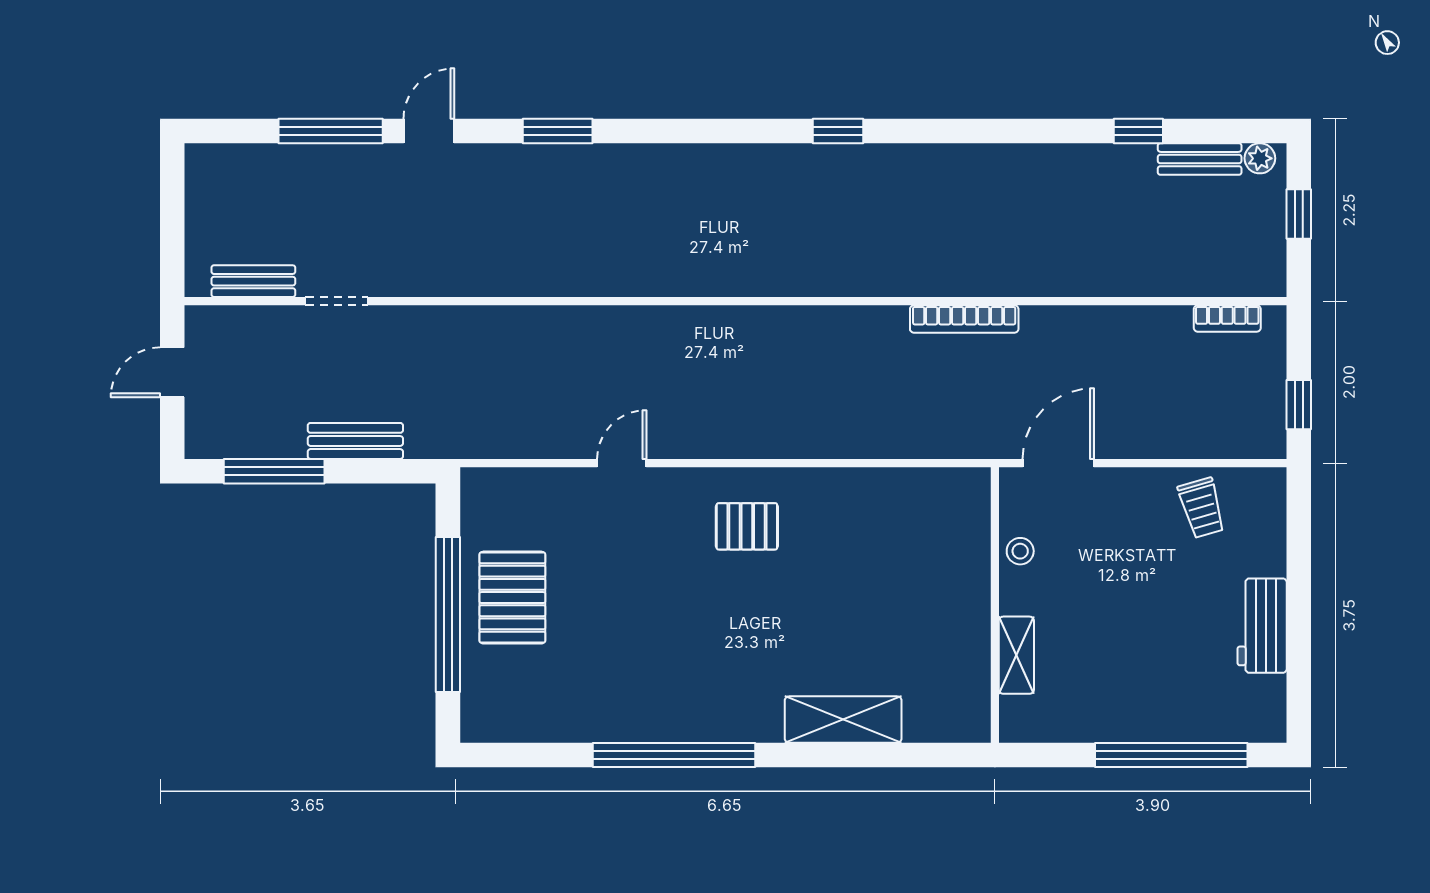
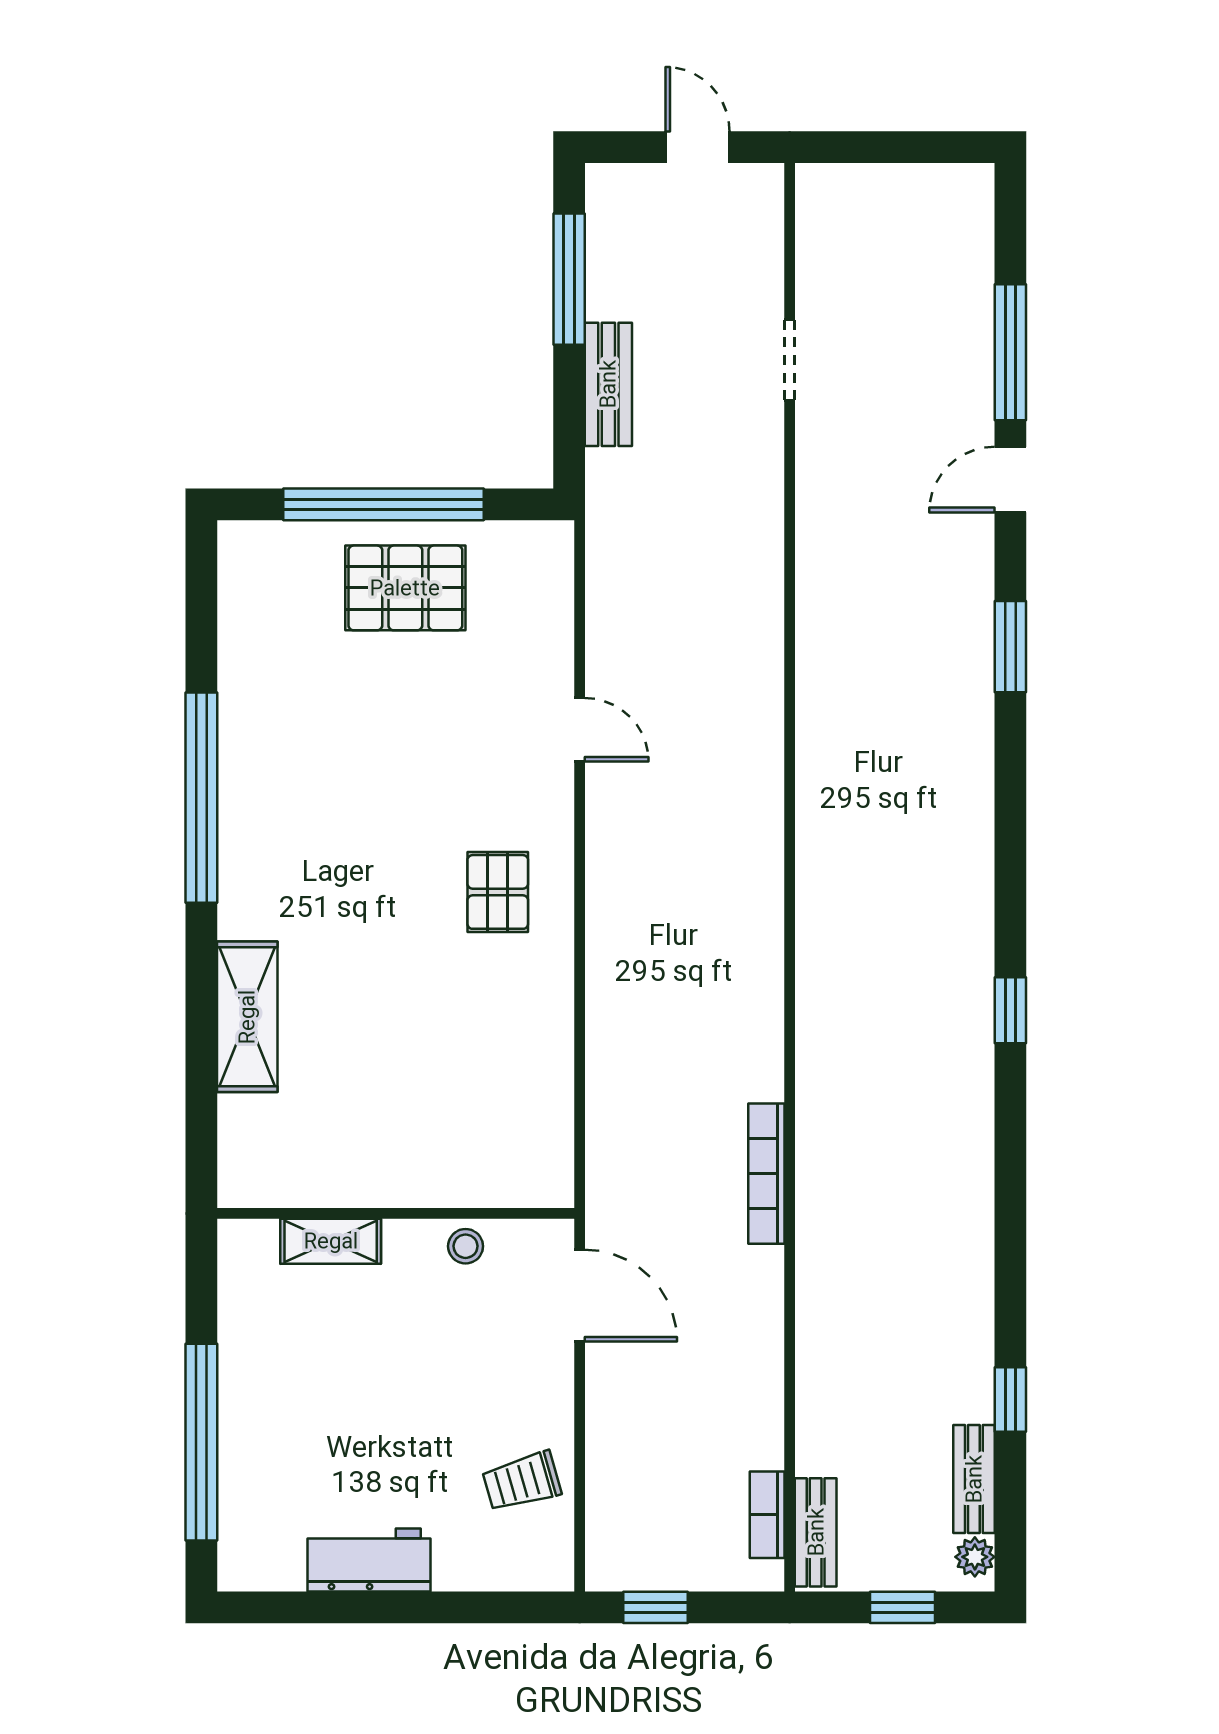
door: (429, 131) -> (1010, 480), swing flipped
bench: (253, 281) -> (816, 1532), moved

